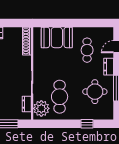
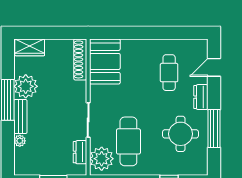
booth: (57, 37) -> (105, 61), moved, turned 90

